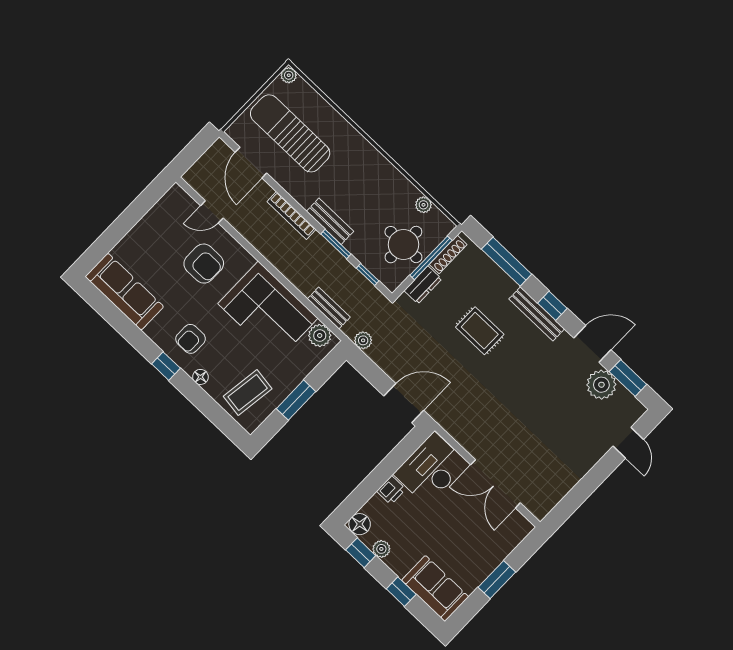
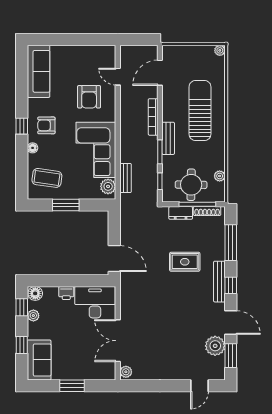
sun lounger: (290, 133) -> (200, 111), moved
rug: (480, 331) -> (185, 262), turned 90
plant: (363, 340) -> (126, 372), moved

